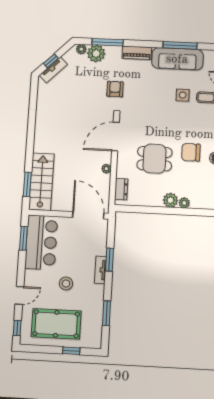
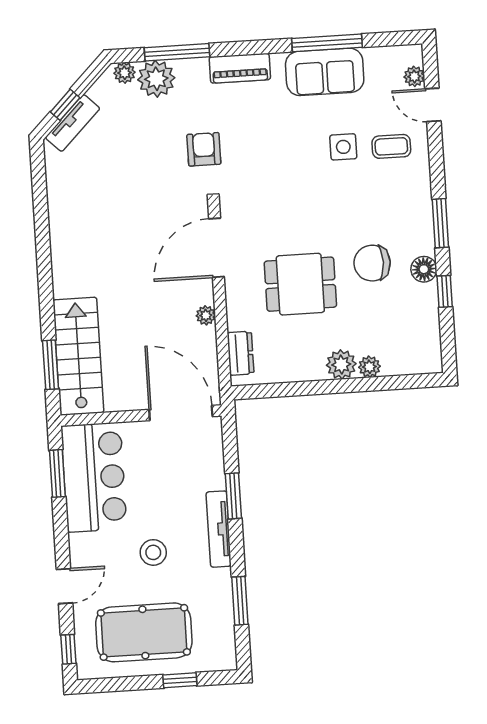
sofa: (177, 59) -> (325, 72), width x0.73
tv unit: (100, 270) -> (219, 529), width x1.41

